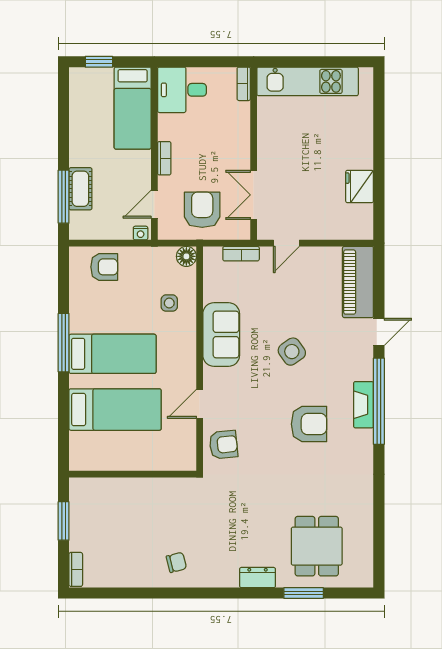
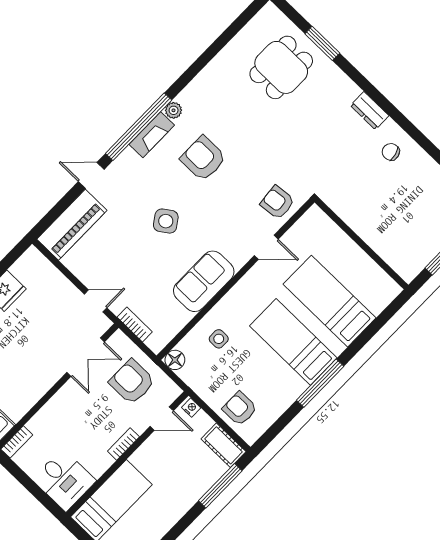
cot: (80, 189) -> (223, 445), moved, turned 90
armchair: (202, 210) -> (132, 382), turned 90
plant: (365, 438) -> (174, 110), added
dresser: (258, 578) -> (370, 111), moved

